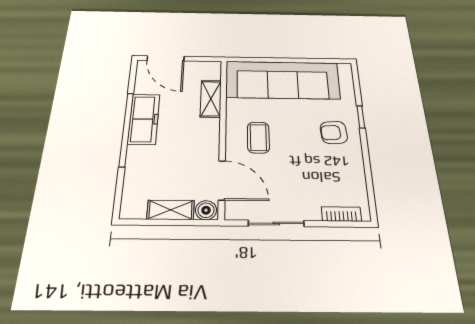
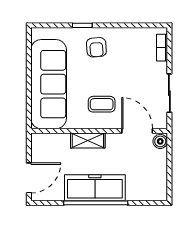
shelving: (211, 99) -> (88, 140), moved
freezer: (144, 119) -> (95, 188), width x1.36, depth x1.26
door: (222, 180) -> (137, 131), hinge flipped
shelving: (171, 210) -> (160, 166), removed

